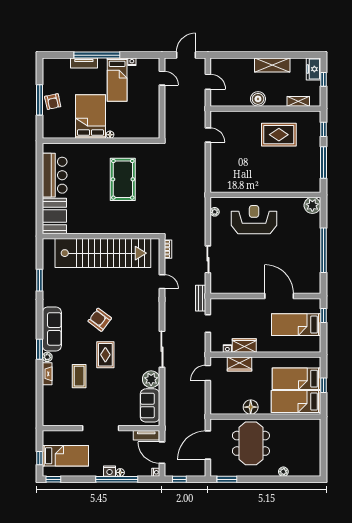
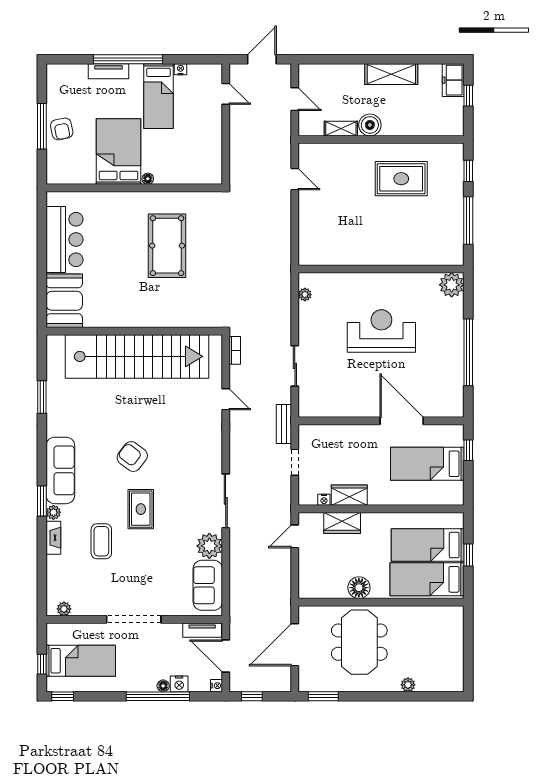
shelving: (298, 101) -> (341, 129), moved
reception desk: (254, 220) -> (381, 331), moved
plant: (54, 421) -> (64, 609), added
nightstand: (110, 471) -> (179, 684), moved

